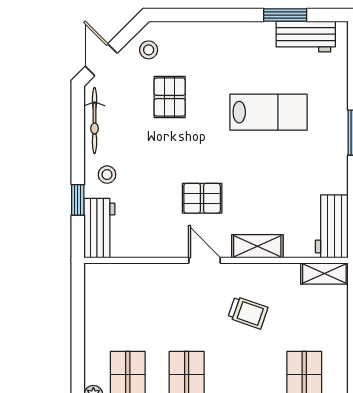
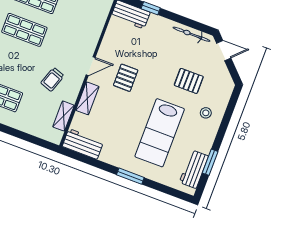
stool: (149, 50) -> (206, 113), moved
lab bench: (269, 112) -> (160, 133), width x1.36, depth x1.39
stool: (107, 175) -> (159, 30), removed
shelving: (324, 274) -> (63, 116), moved

